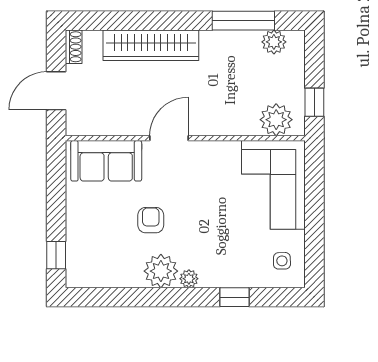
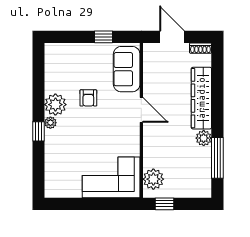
plant: (274, 42) -> (204, 138), moved
armchair: (151, 220) -> (88, 98), turned 90
window: (56, 255) -> (104, 37), moved
side table: (282, 261) -> (62, 183), removed
window: (234, 297) -> (38, 131), moved

